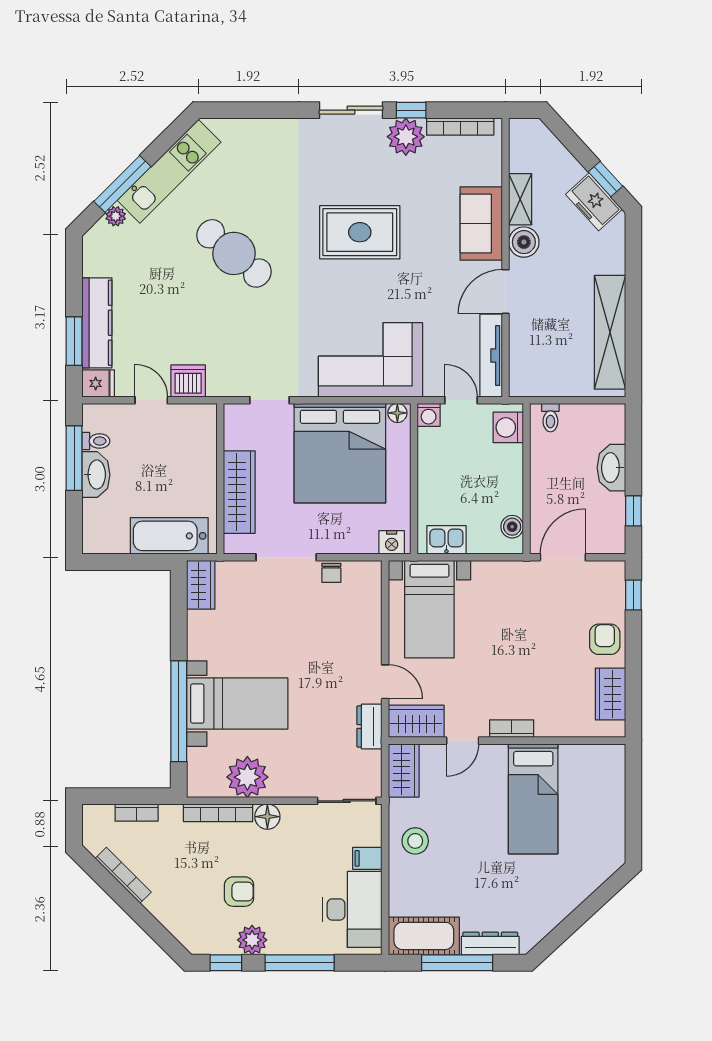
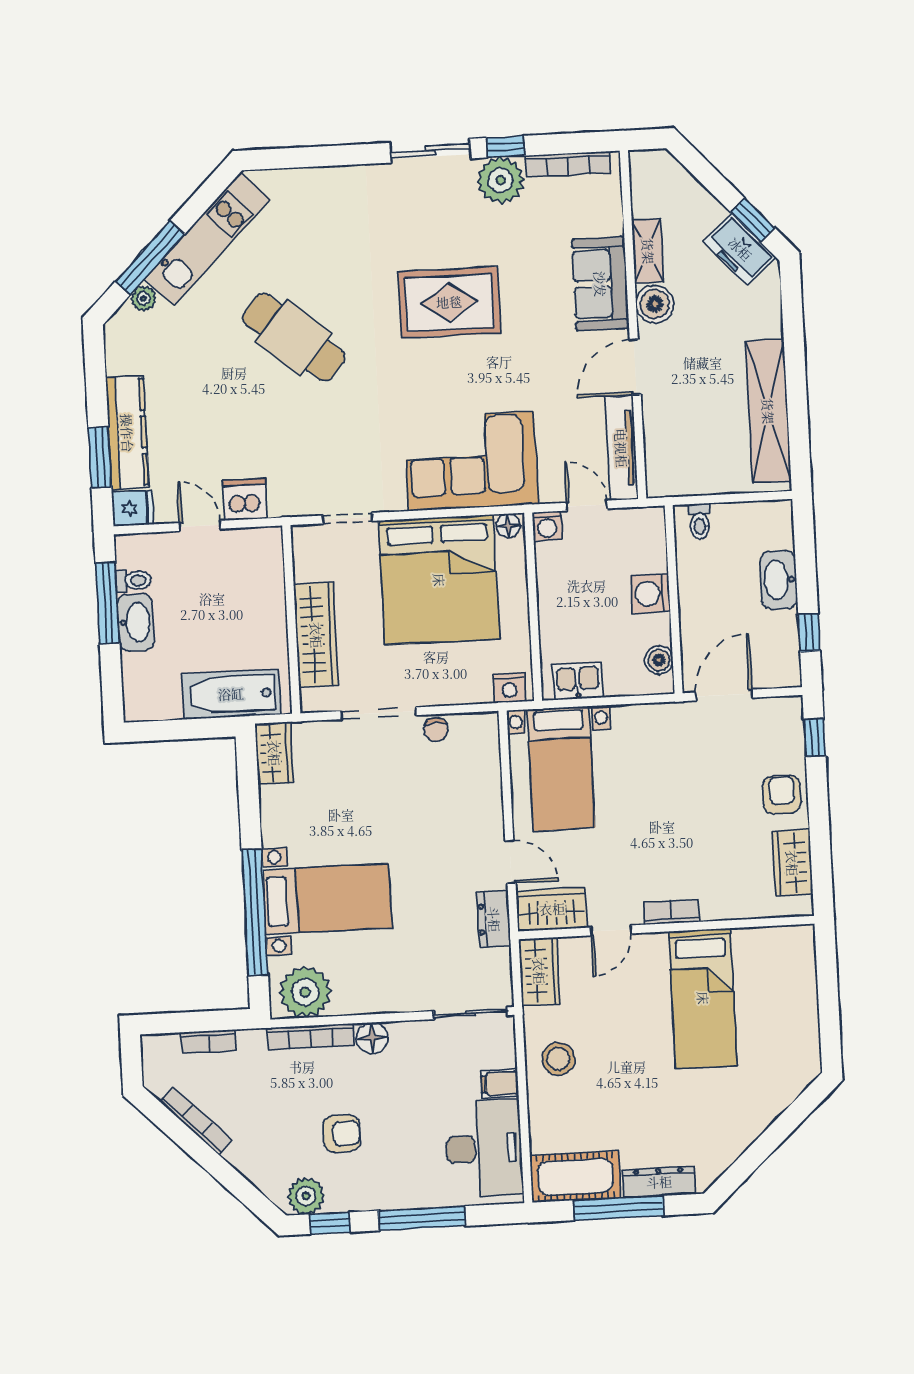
washing machine: (508, 427) -> (650, 594), moved
plant: (247, 777) -> (305, 992), moved
plant: (252, 940) -> (306, 1196), moved

